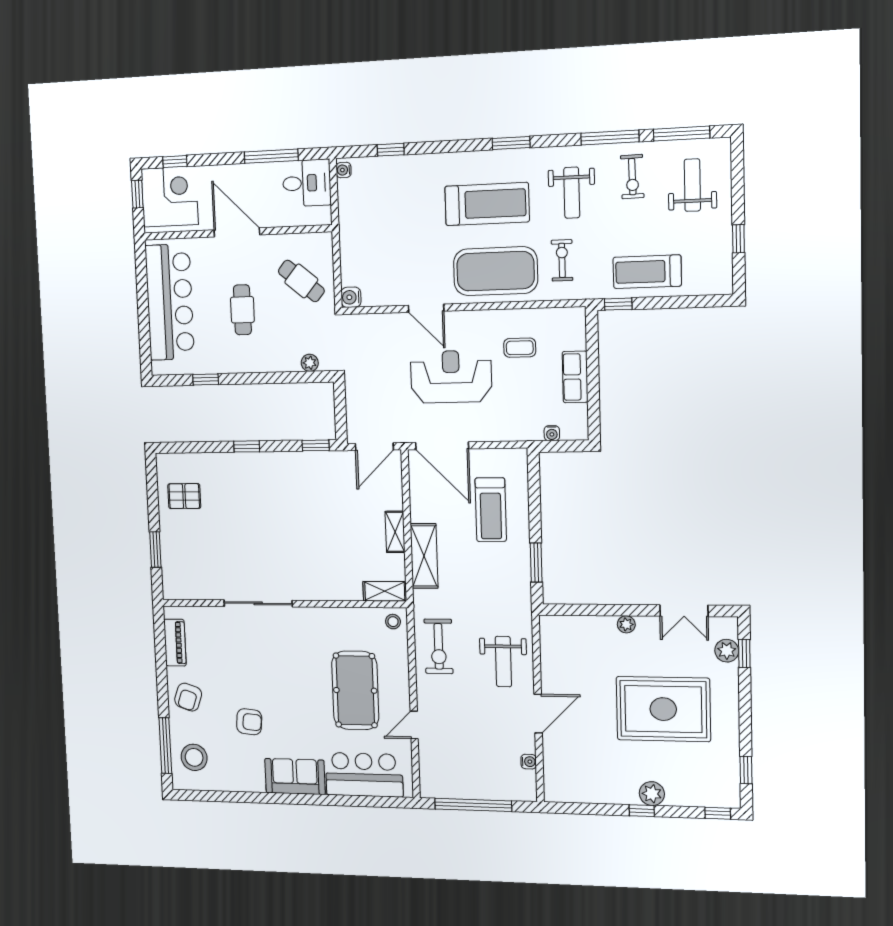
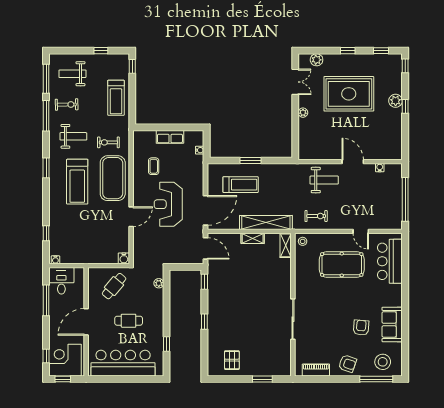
treadmill: (487, 204) -> (77, 182), turned 180
window: (618, 304) -> (132, 66), moved
shelving: (424, 556) -> (266, 222), width x1.47
window: (536, 562) -> (251, 161), moved
exercise bike: (439, 646) -> (316, 216), width x0.73, depth x0.72
window: (744, 653) -> (348, 51), moved
rug: (663, 709) -> (349, 94), turned 90
sofa: (295, 776) -> (392, 324), moved

